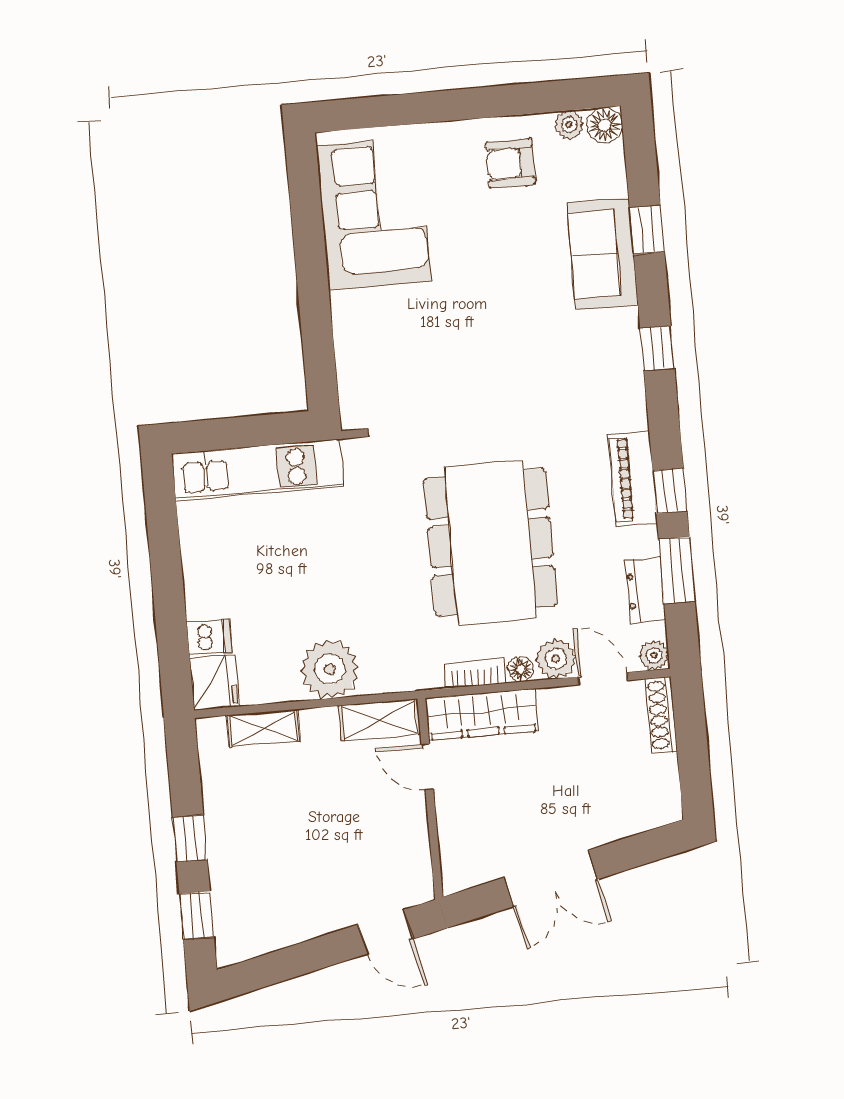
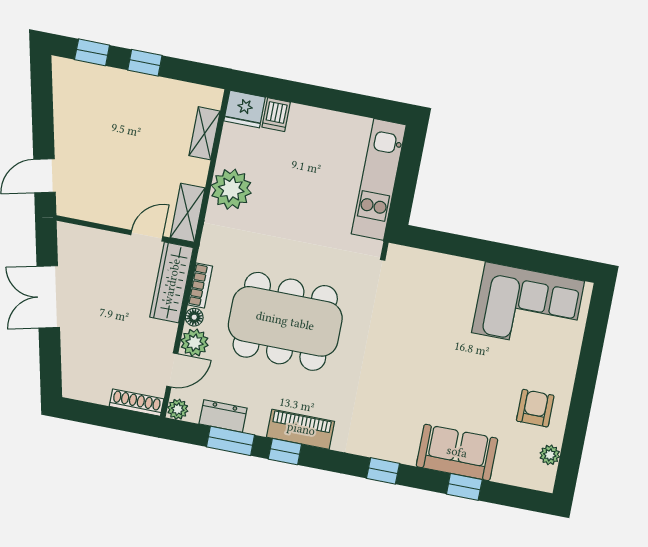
floor lamp: (605, 125) -> (543, 479), removed

